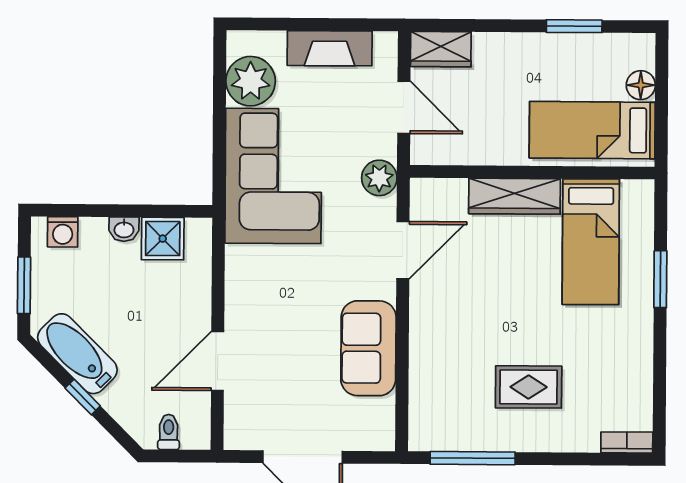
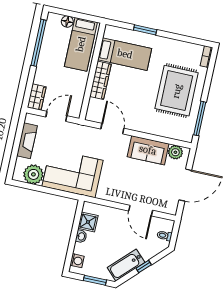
window: (574, 26) -> (39, 43), width x2.11
plant: (379, 178) -> (175, 152), moved
rug: (529, 387) -> (177, 91), width x1.86, depth x2.06

